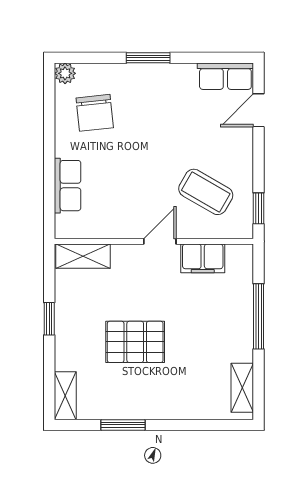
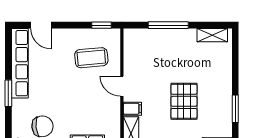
row of seats: (225, 76) -> (20, 63), width x2.02
coffee table: (206, 192) -> (91, 58), turned 55
filing cabinet: (203, 258) -> (132, 109), moved, width x0.50

